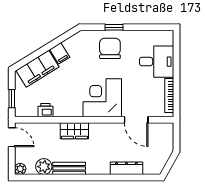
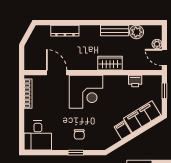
chair: (110, 48) -> (79, 134), width x0.54, depth x0.54
desk: (157, 62) -> (38, 136), moved, turned -90
plant: (20, 169) -> (157, 44), moved

